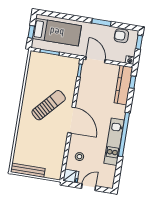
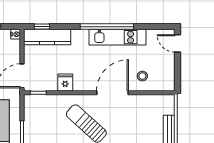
door: (72, 120) -> (112, 93), moved
fridge: (71, 176) -> (65, 83), moved
door: (89, 187) -> (178, 43), moved

